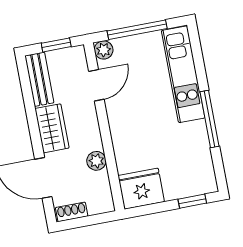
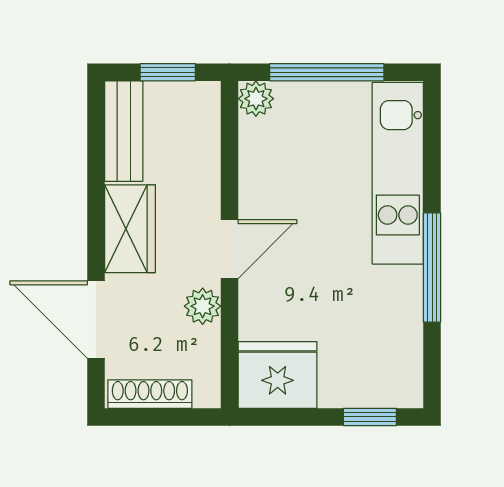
door: (96, 85) -> (229, 249), moved
shoe rack: (72, 212) -> (150, 394), width x1.43

